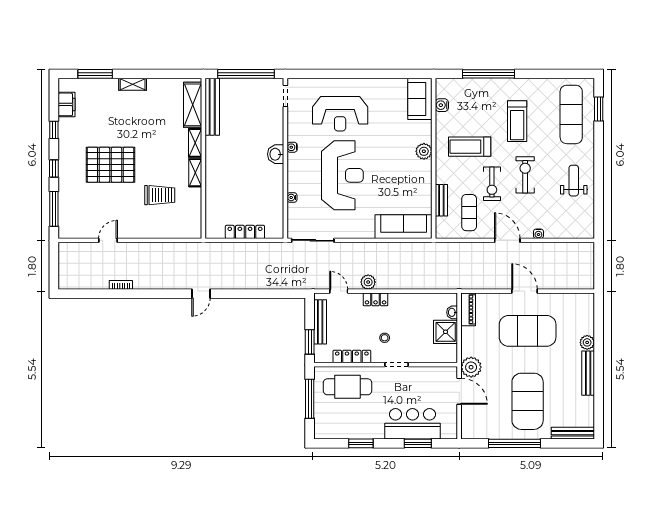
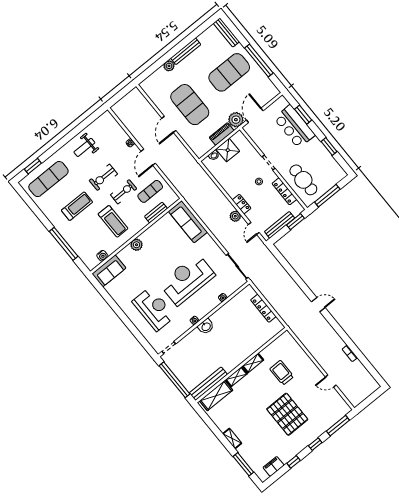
piano: (468, 309) -> (222, 134), moved

